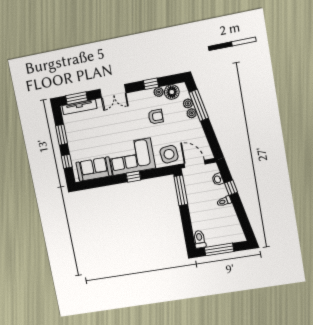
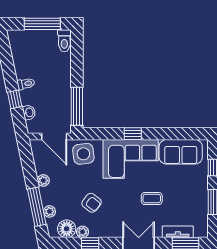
tv unit: (79, 107) -> (178, 232), width x0.71
plant: (192, 113) -> (43, 180), moved
armchair: (156, 117) -> (92, 203), turned -142
coffee table: (109, 129) -> (152, 199), added

